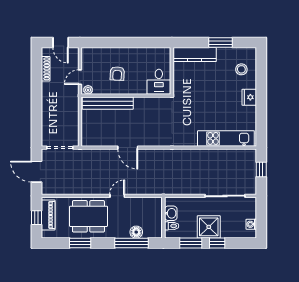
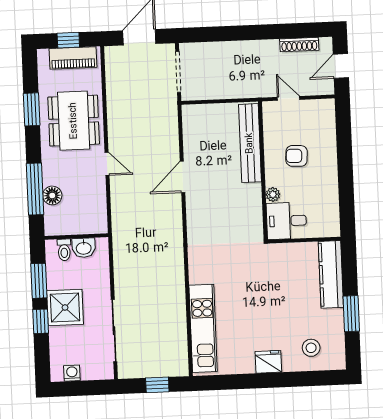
plant: (88, 90) -> (273, 194), moved

